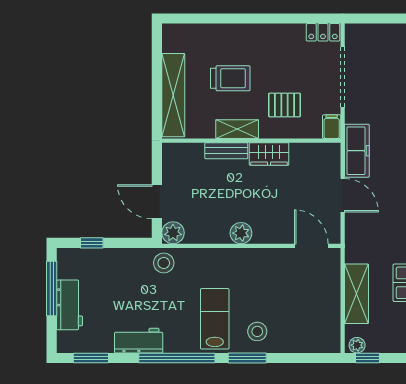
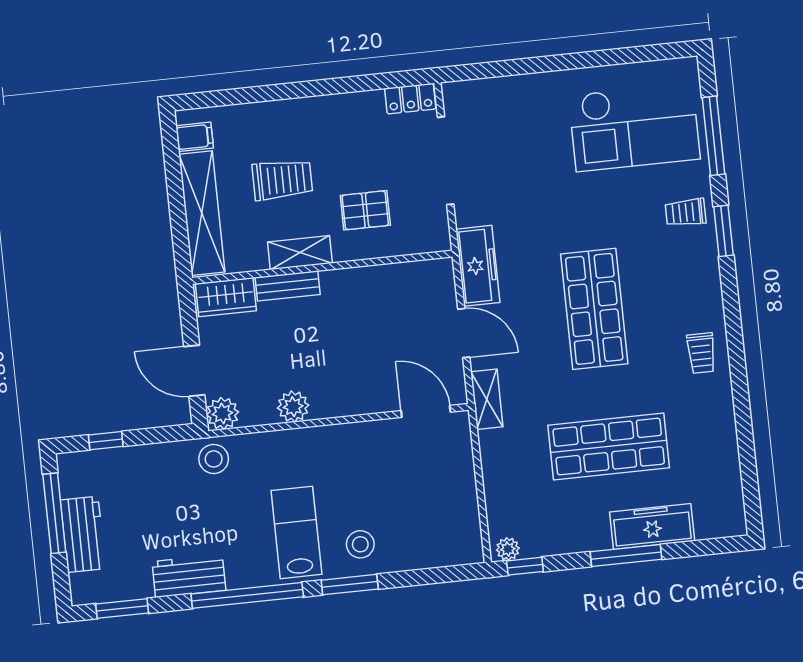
filing cabinet: (332, 127) -> (195, 137), moved, turned 90
wardrobe: (269, 154) -> (226, 297), moved
plant: (241, 233) -> (293, 407), moved
shelving: (357, 294) -> (487, 399), moved, width x0.67, depth x0.75

